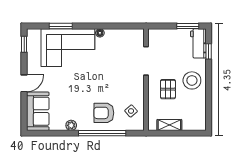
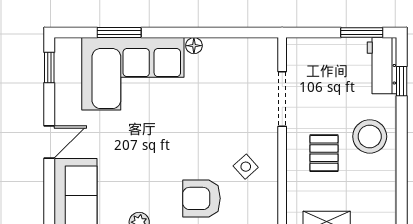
side table: (131, 111) -> (246, 167), moved

